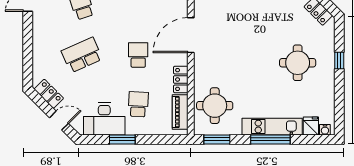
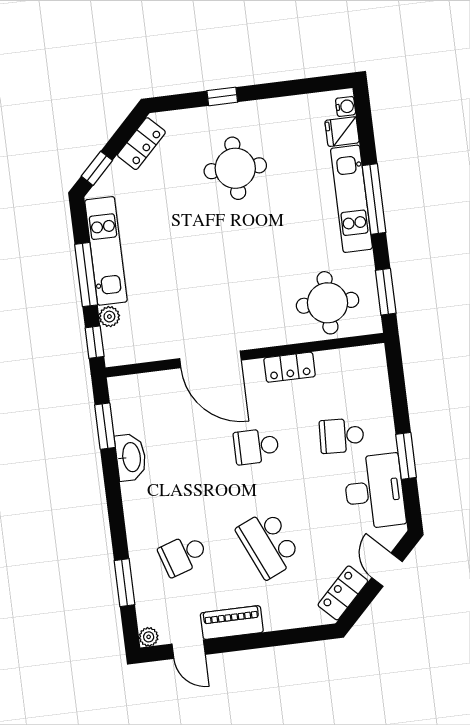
piano: (180, 112) -> (232, 623), moved, turned 180

